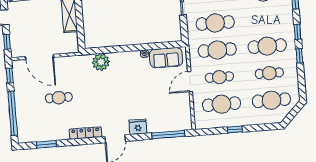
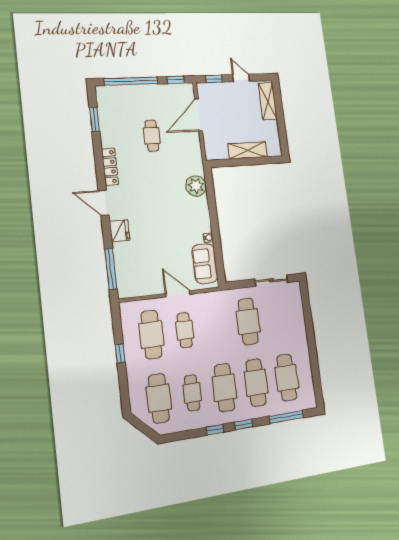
cafe table: (217, 50) -> (256, 383), moved

